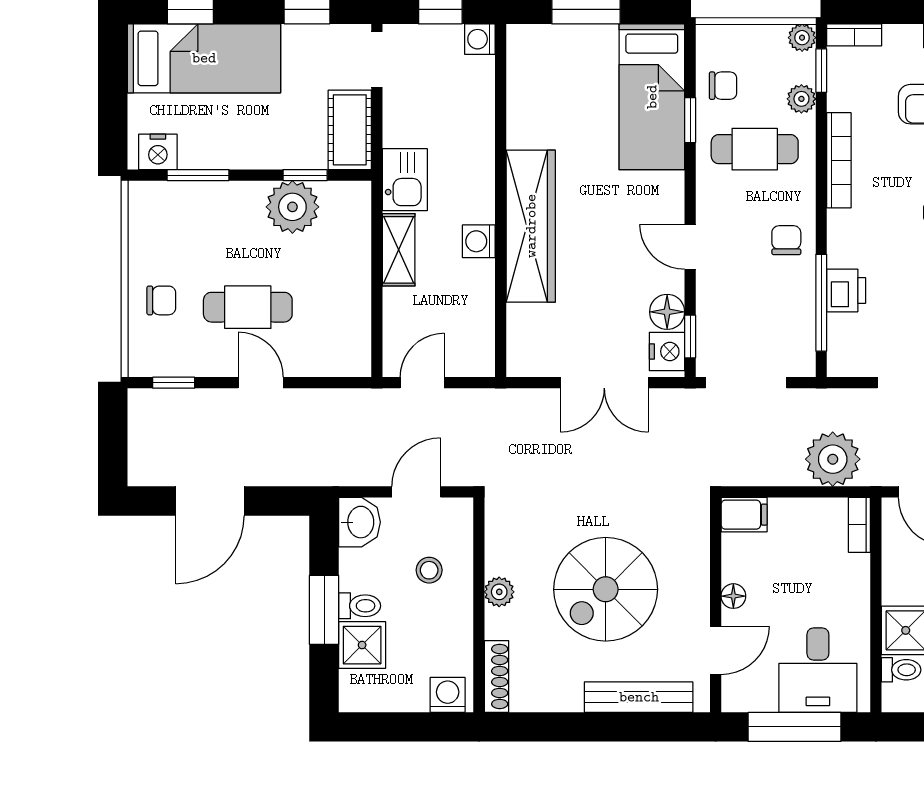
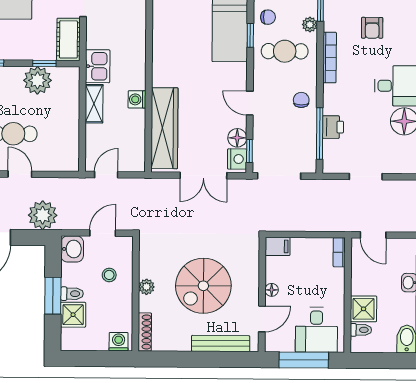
wardrobe: (531, 226) -> (164, 128), moved
plant: (833, 459) -> (43, 215), moved

